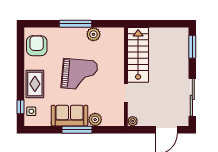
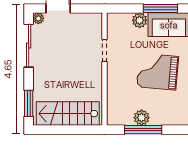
window: (75, 24) -> (143, 130), moved
stairs: (138, 55) -> (68, 114), moved, turned 90
plant: (133, 121) -> (38, 18), moved

